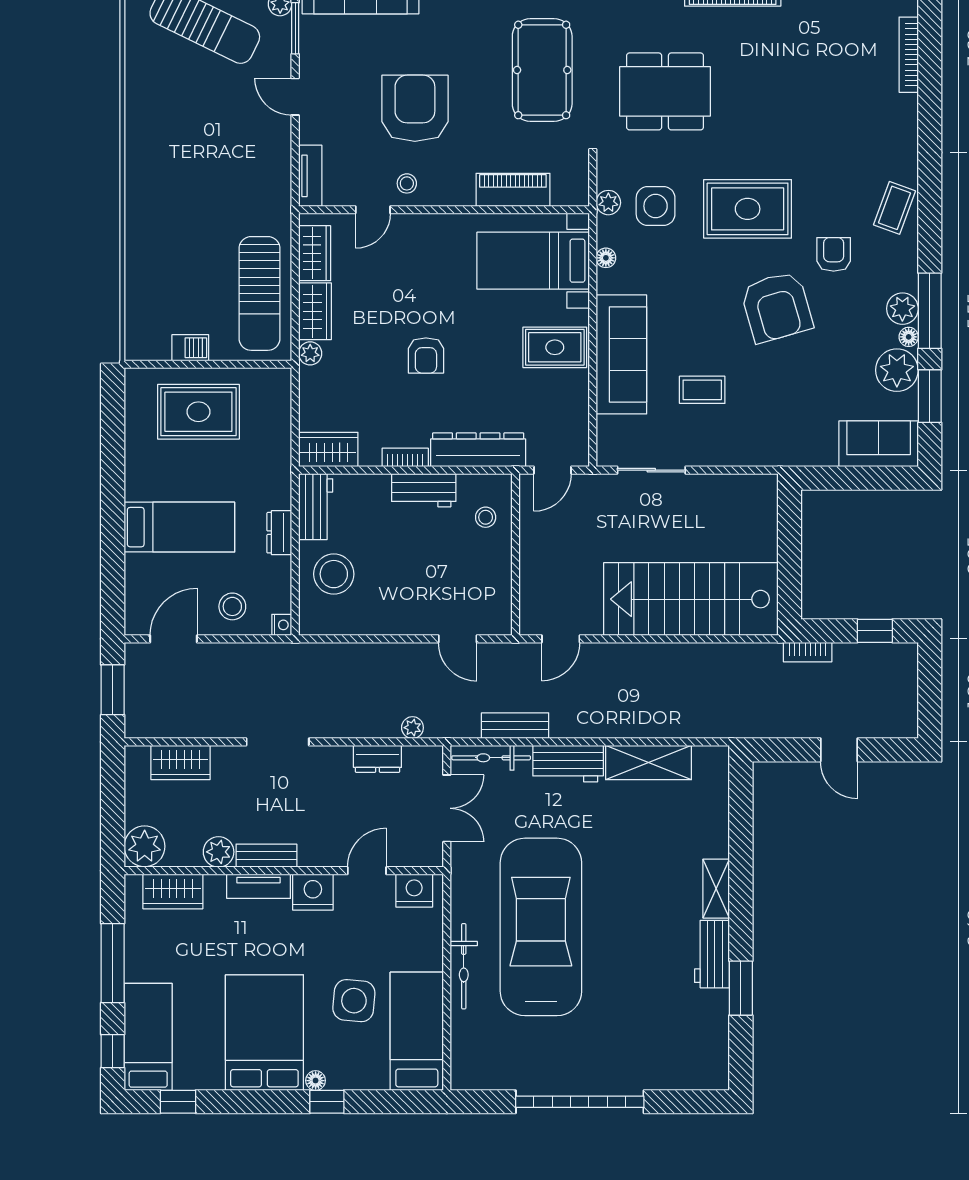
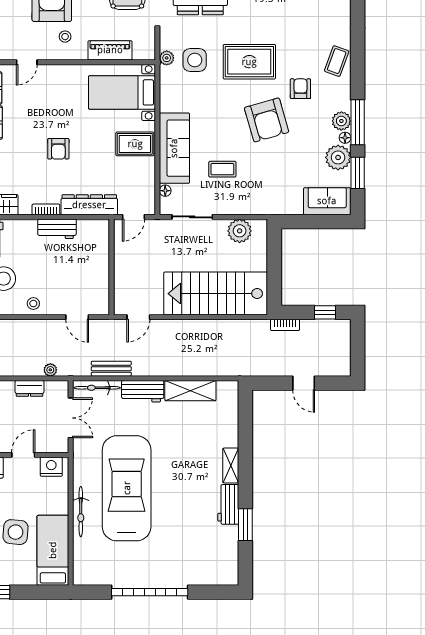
stool: (407, 183) -> (65, 37), moved
floor lamp: (606, 258) -> (165, 191), moved
plant: (731, 494) -> (240, 231), added
stool: (486, 517) -> (33, 304), moved

